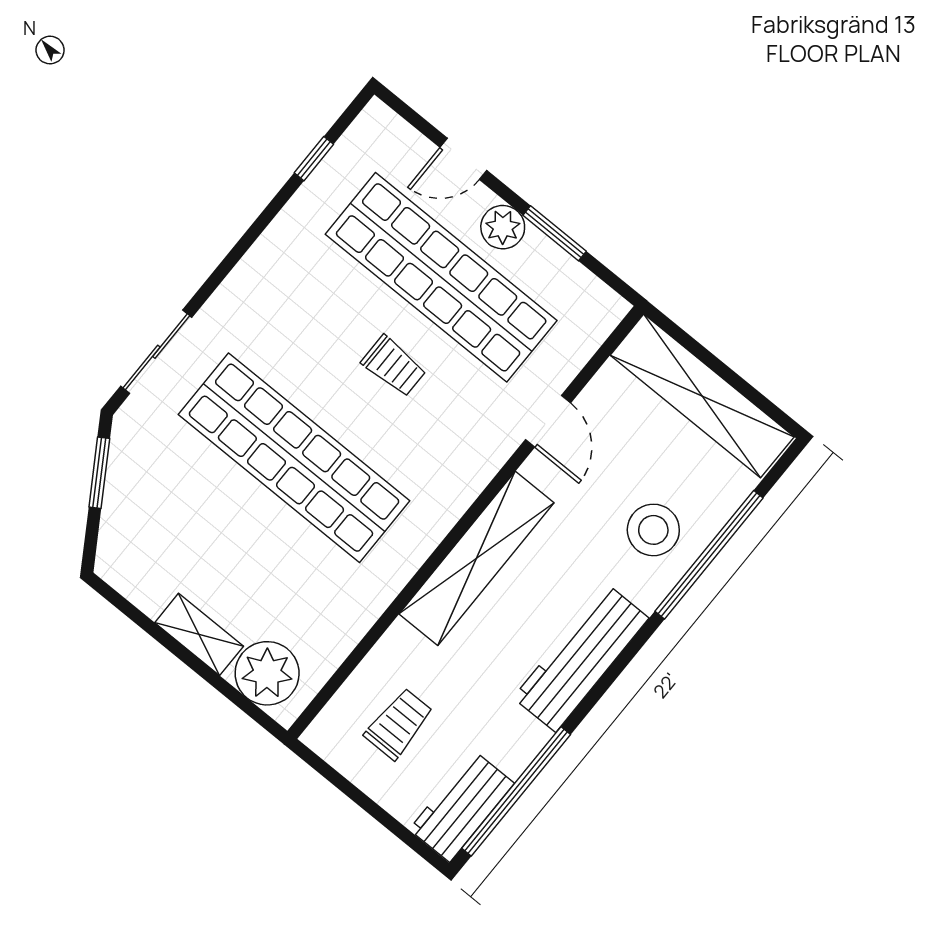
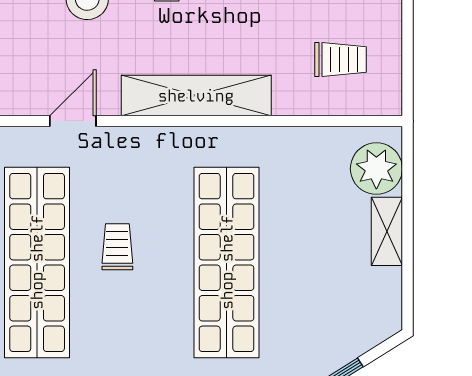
trolley: (399, 724) -> (341, 60), turned 180

